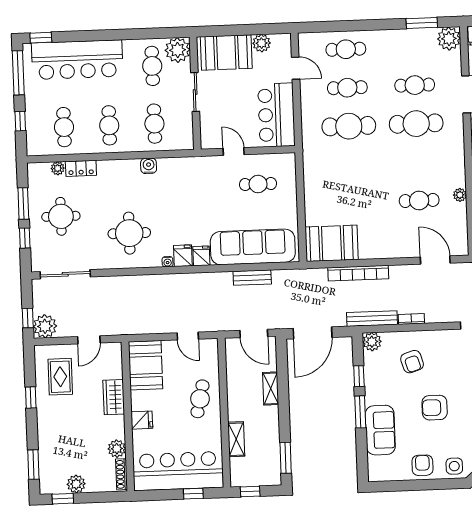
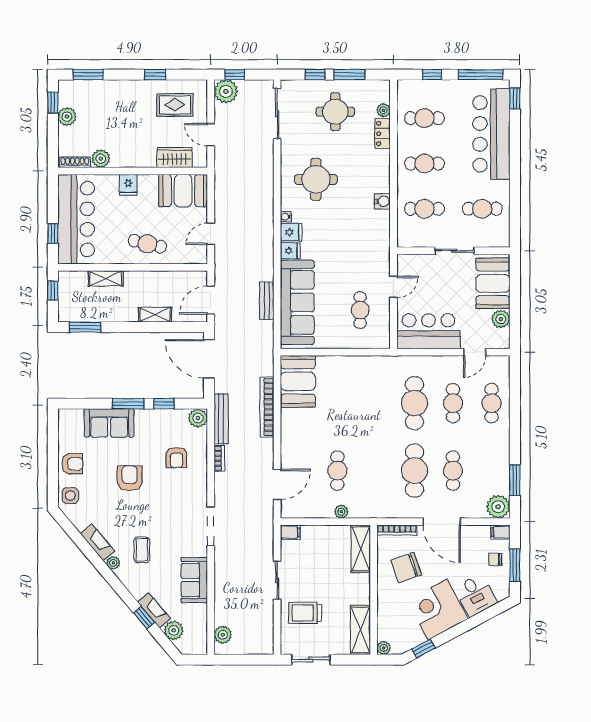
plant: (178, 50) -> (497, 235), removed
armchair: (412, 362) -> (176, 457), turned -73
wardrobe: (114, 397) -> (175, 158), moved

